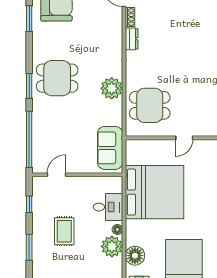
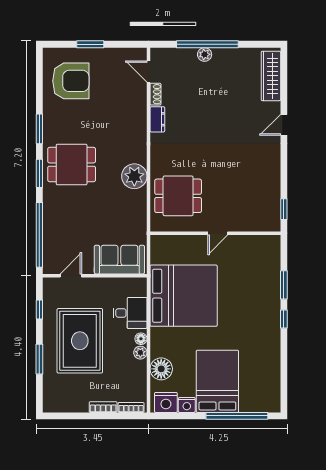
window: (29, 19) -> (39, 129), moved
sofa: (110, 148) -> (119, 260), moved, turned 90
rug: (64, 231) -> (80, 341), width x1.86, depth x2.06
plant: (112, 246) -> (140, 353), width x0.53, depth x0.53

